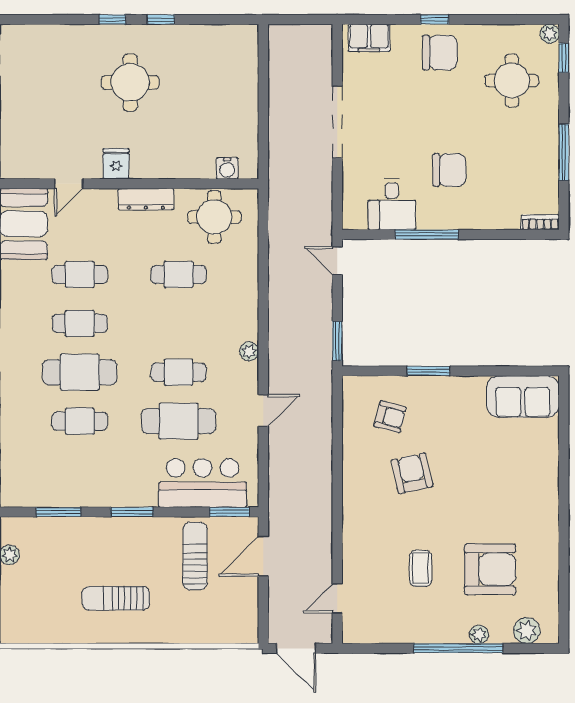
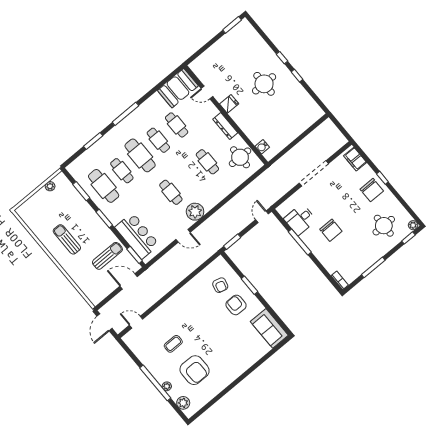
plant: (249, 351) -> (195, 212), width x1.87, depth x1.87
cafe table: (179, 421) -> (104, 186), moved
armchair: (412, 473) -> (236, 305), moved, turned -77

